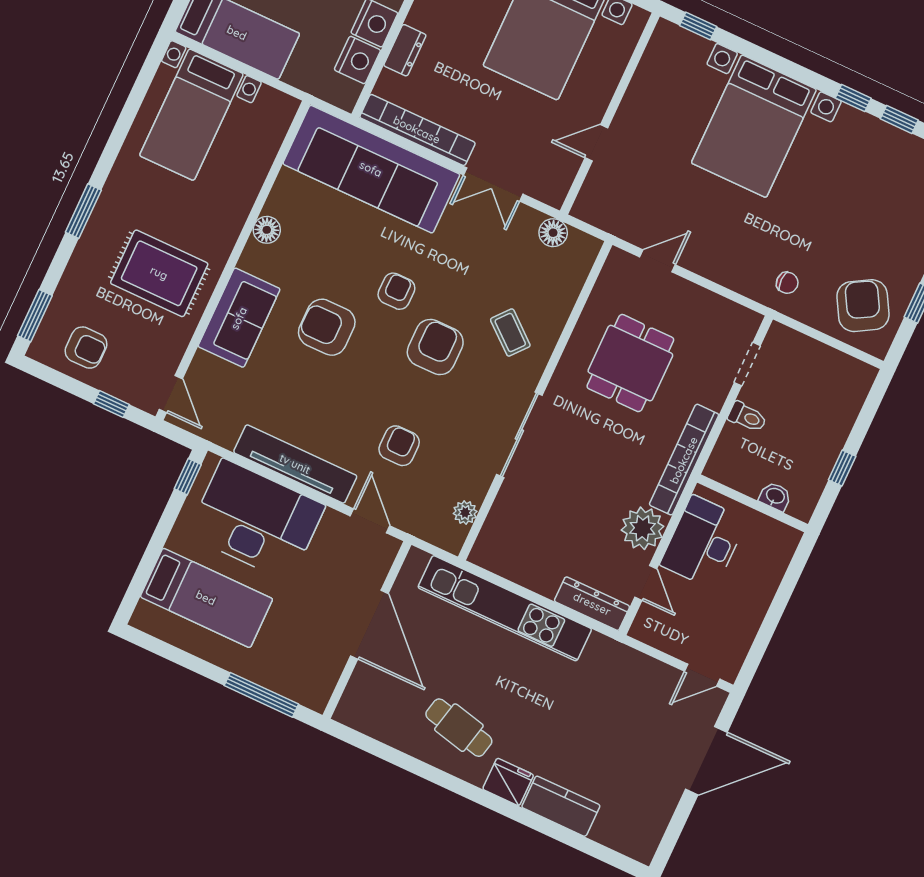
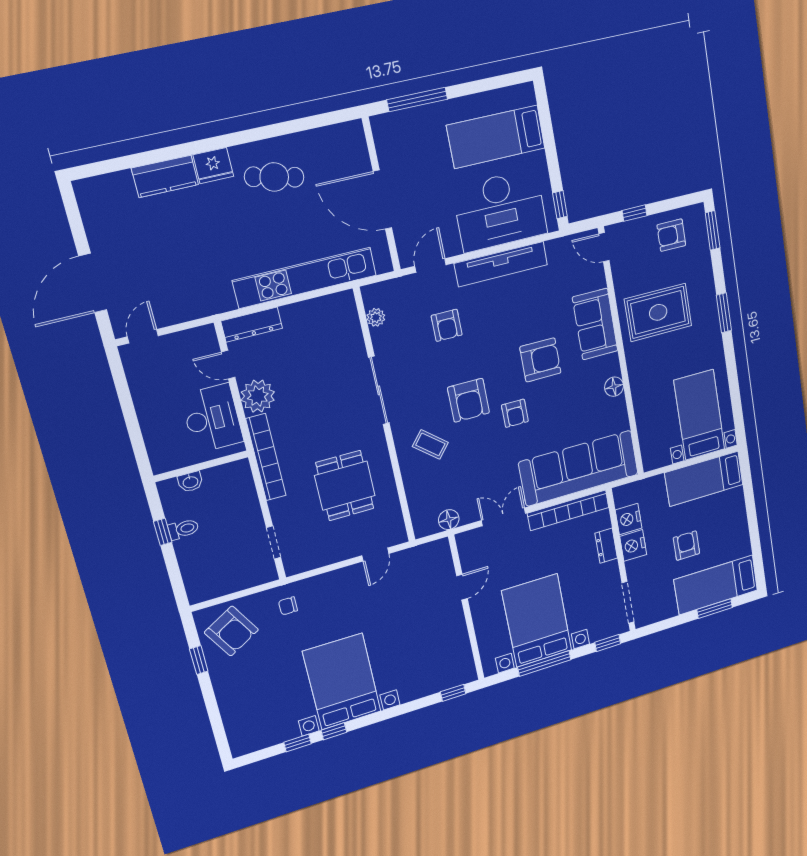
bed with nightstands: (754, 126) -> (342, 682), moved
toilet: (747, 417) -> (183, 529), moved, turned 180
door: (370, 521) -> (430, 266), swing flipped

